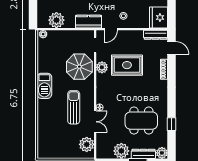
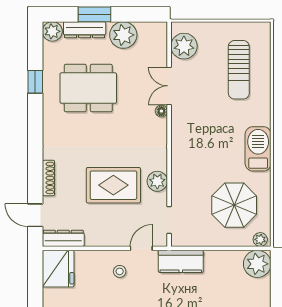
plant: (56, 20) -> (257, 264), moved
parasol: (79, 67) -> (234, 205), moved
sun lounger: (74, 107) -> (239, 70), moved

